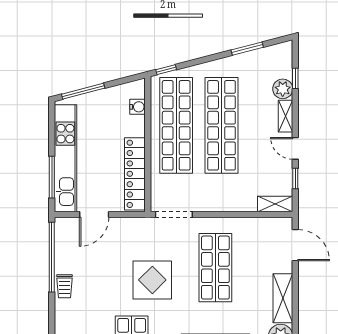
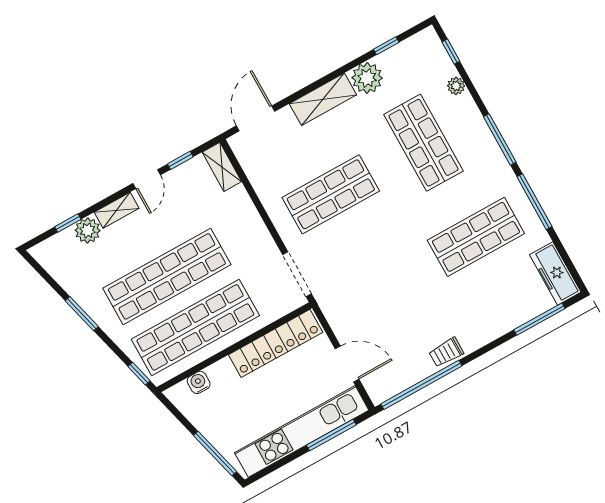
window: (247, 49) -> (82, 314), moved
display table: (152, 280) -> (384, 258), removed
trolley: (64, 286) -> (446, 352), turned 180

